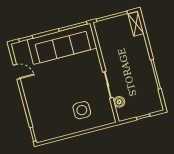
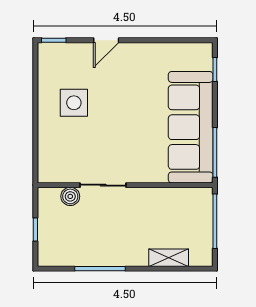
shelving: (136, 24) -> (169, 258), moved
door: (17, 72) -> (106, 40), moved
side table: (82, 110) -> (74, 103), moved

